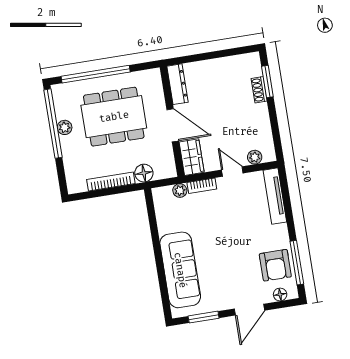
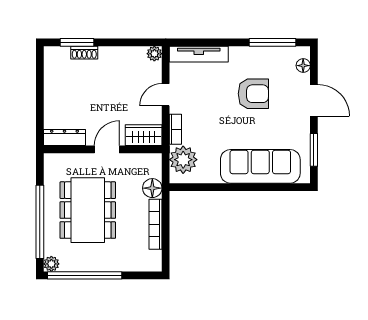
door: (173, 125) -> (107, 149), width x0.73
plant: (65, 127) -> (51, 264), moved
plant: (255, 157) -> (154, 54), moved
plant: (180, 191) -> (183, 160), width x1.88, depth x1.88
armchair: (275, 265) -> (253, 94), moved

